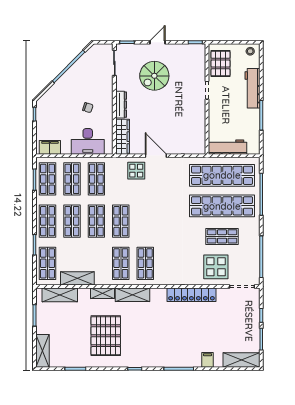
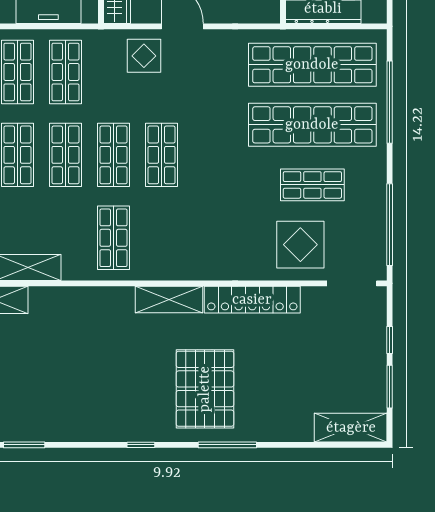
shop shelf: (145, 263) -> (162, 155), moved
shelving: (103, 293) -> (78, 297), removed
shelving: (132, 295) -> (169, 300), moved
pallet: (106, 336) -> (205, 389), moved
filing cabinet: (208, 360) -> (284, 428), removed

